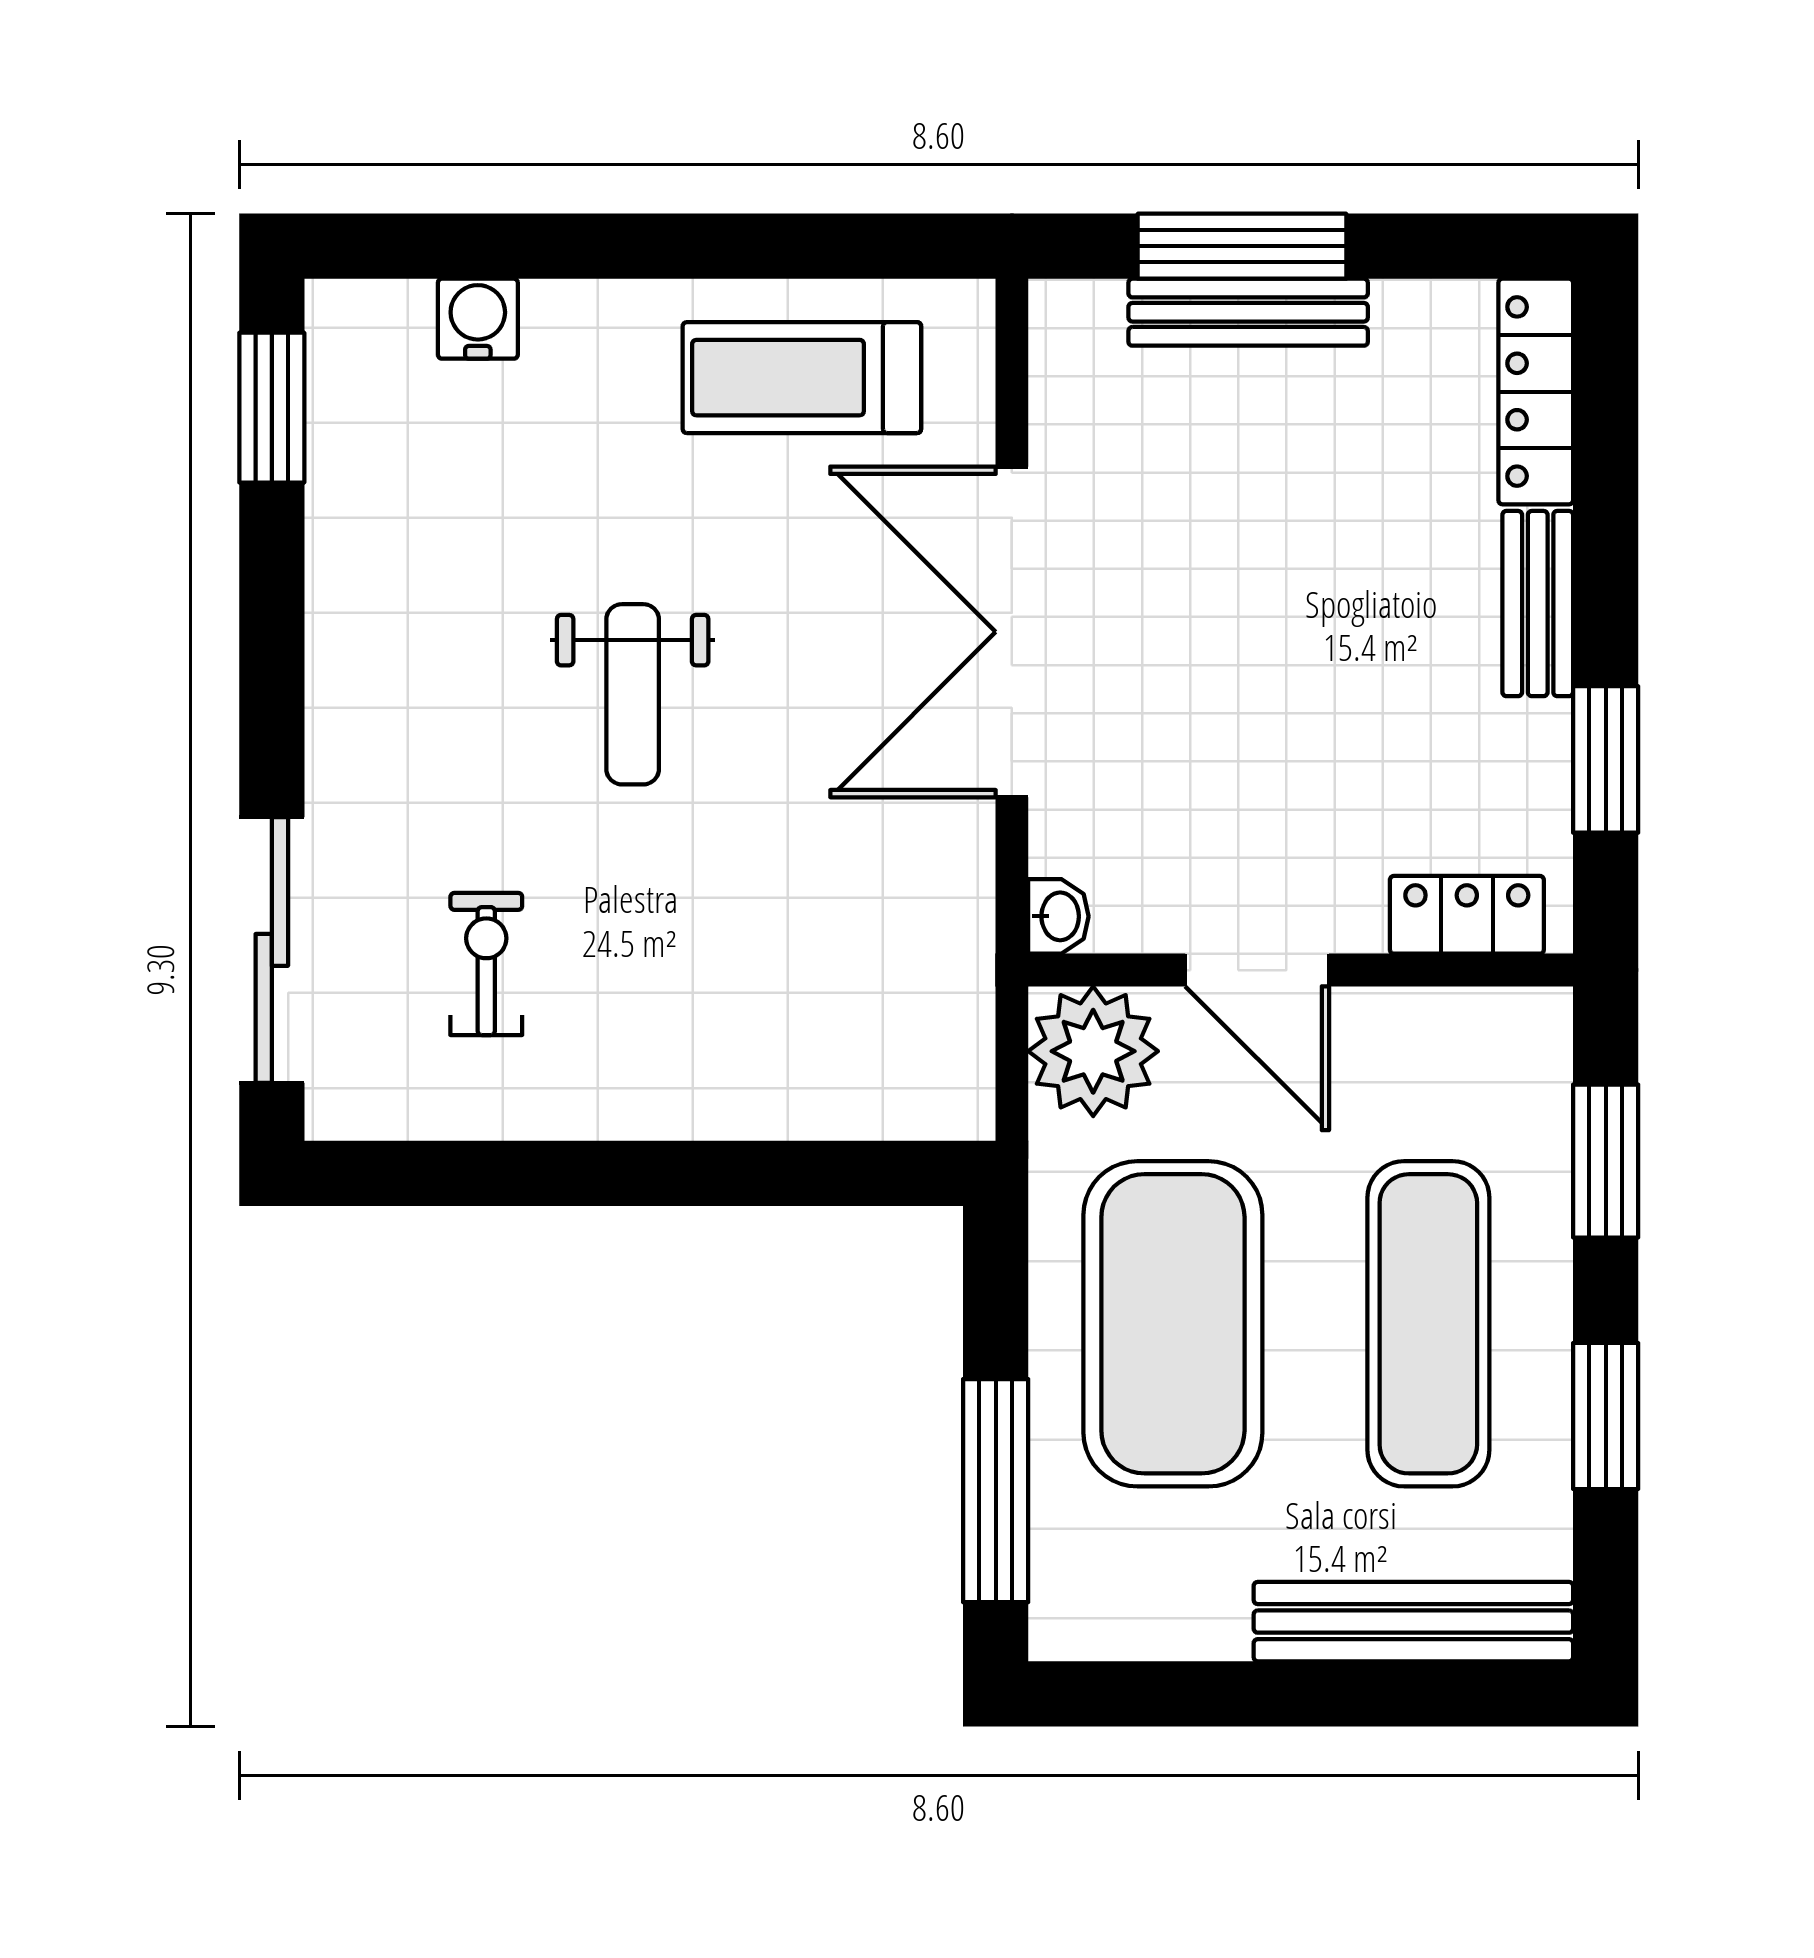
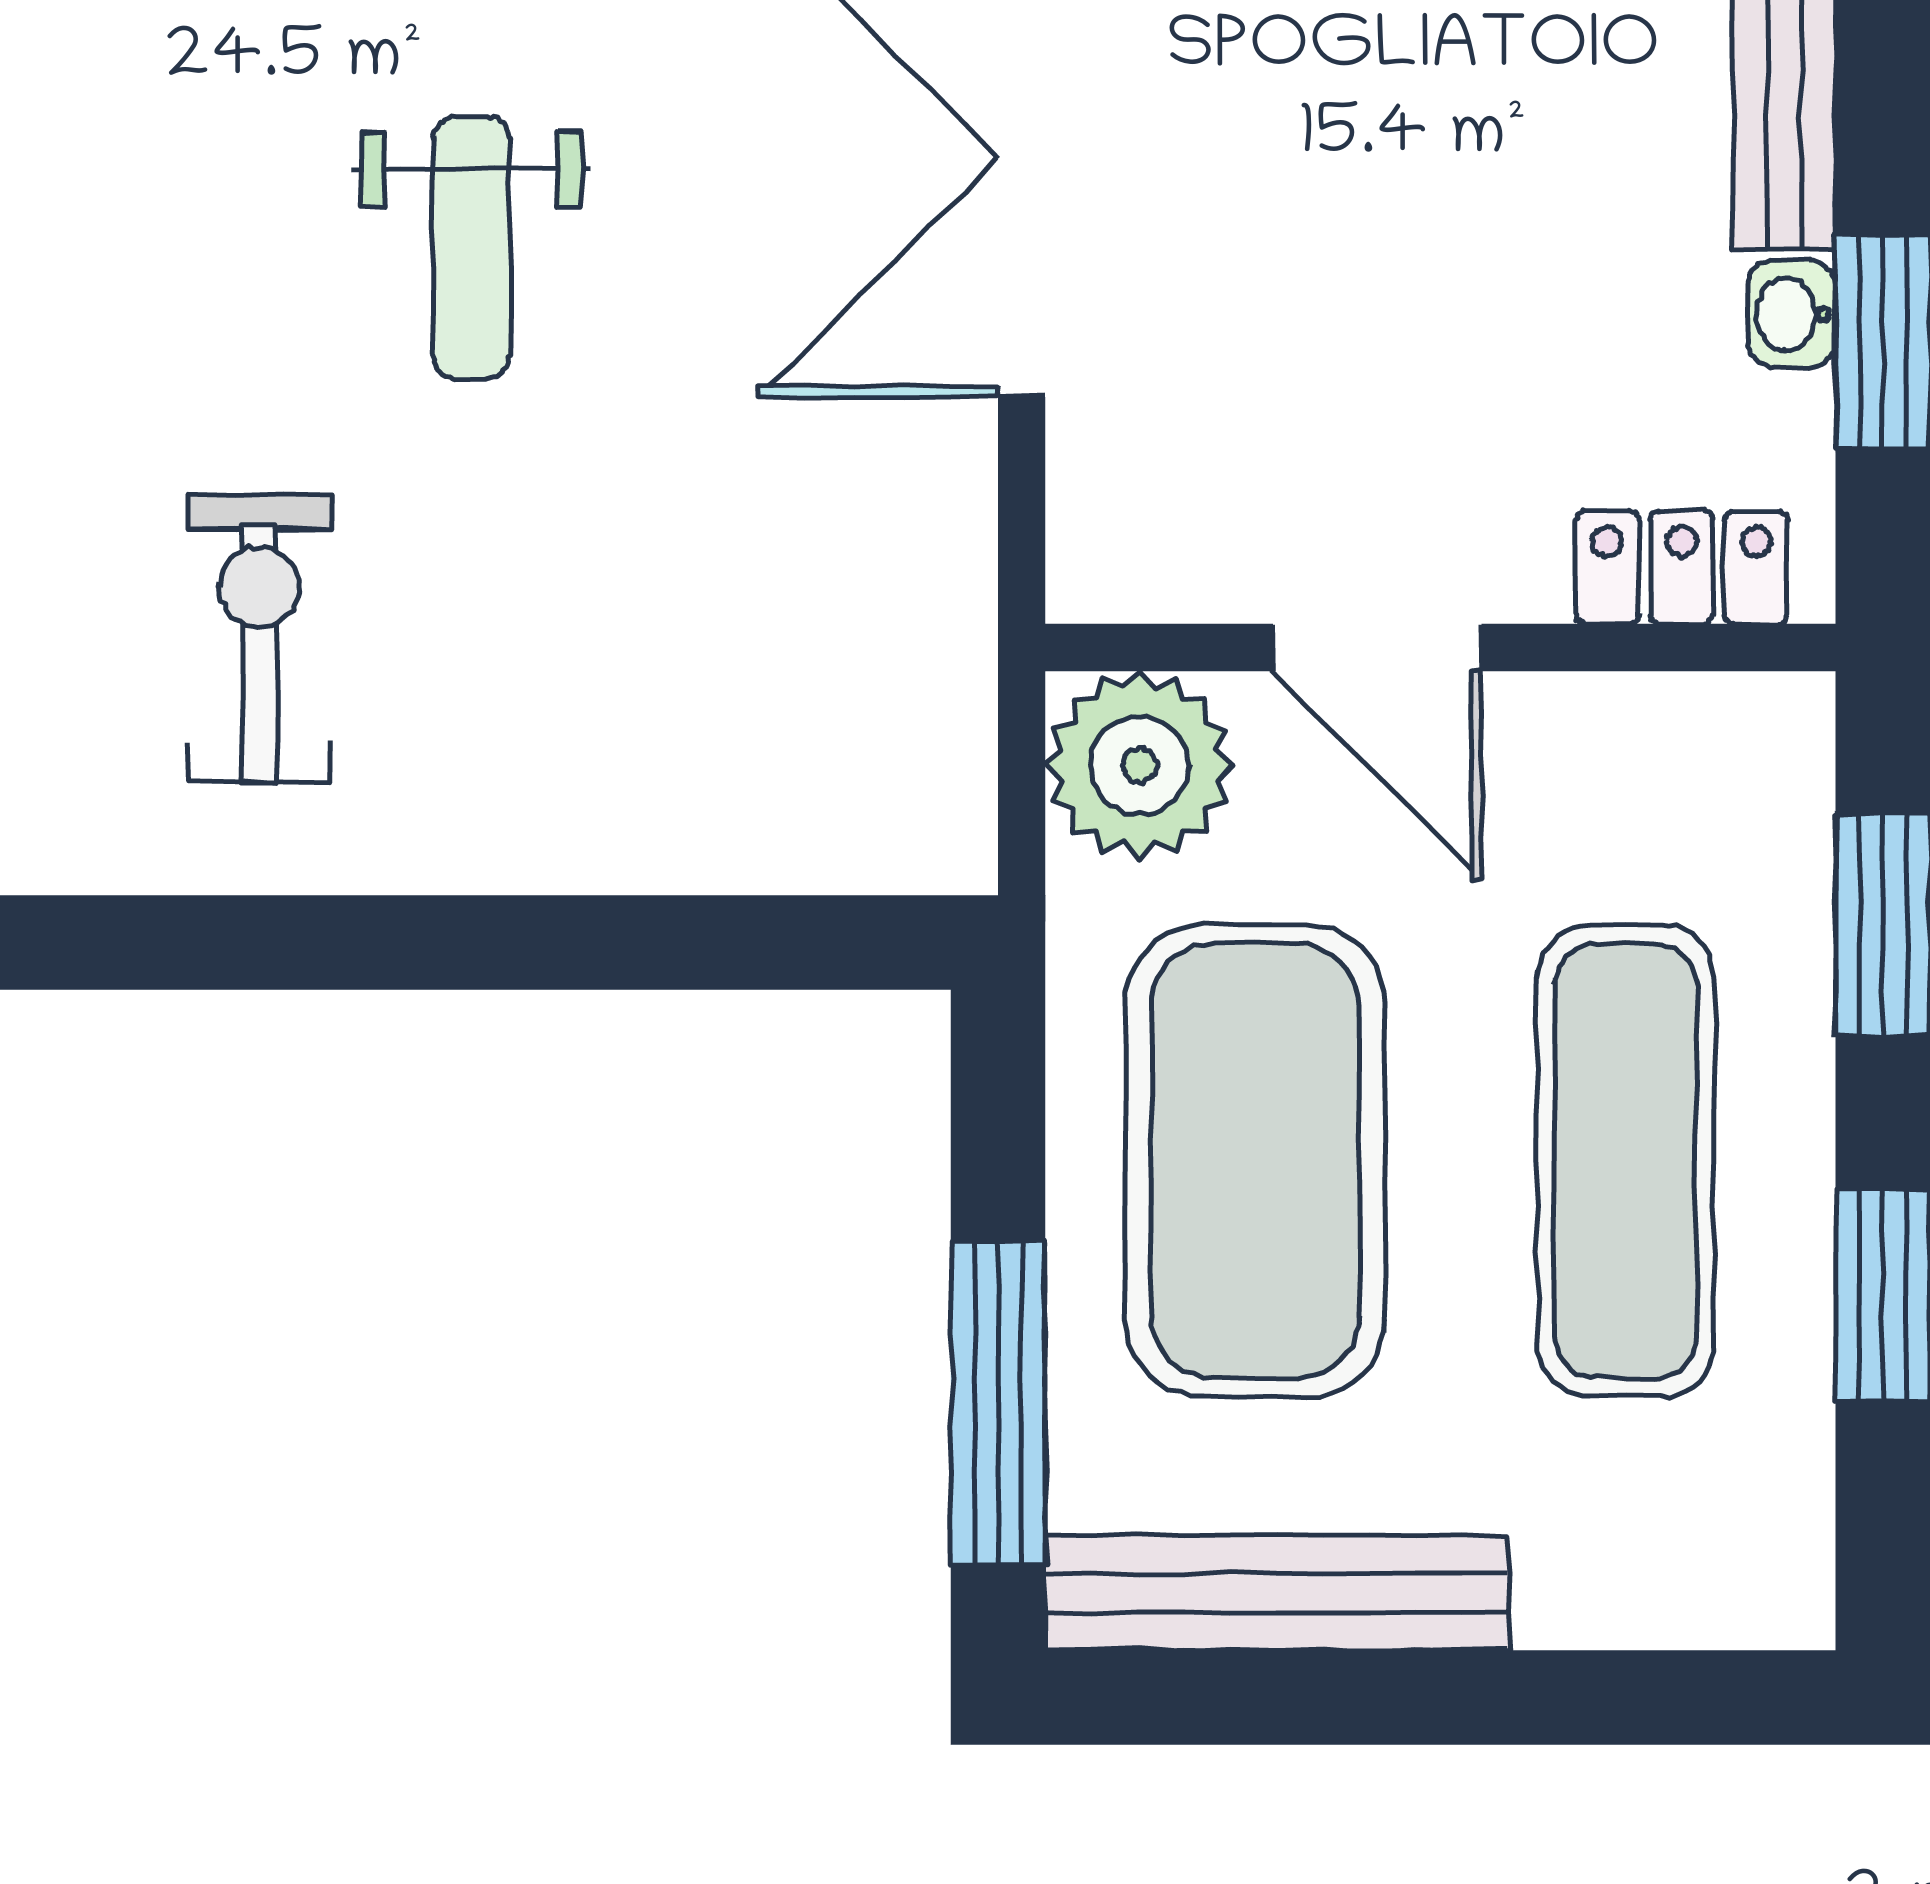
washbasin: (1058, 916) -> (1792, 314), moved, turned 180
exercise bike: (486, 964) -> (259, 639), width x1.38, depth x1.39
bench: (1413, 1622) -> (1277, 1593), moved

